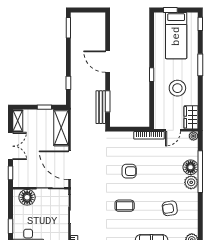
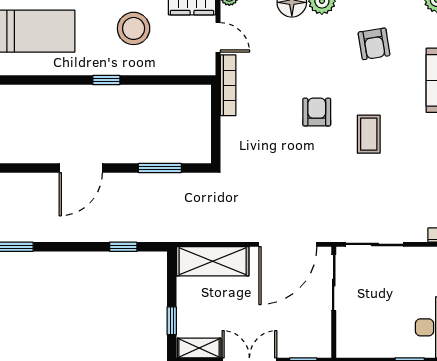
window: (44, 107) -> (172, 321), moved
bench: (101, 107) -> (172, 182), removed
armchair: (129, 171) -> (317, 112), moved
floor lamp: (27, 197) -> (352, 329), removed

